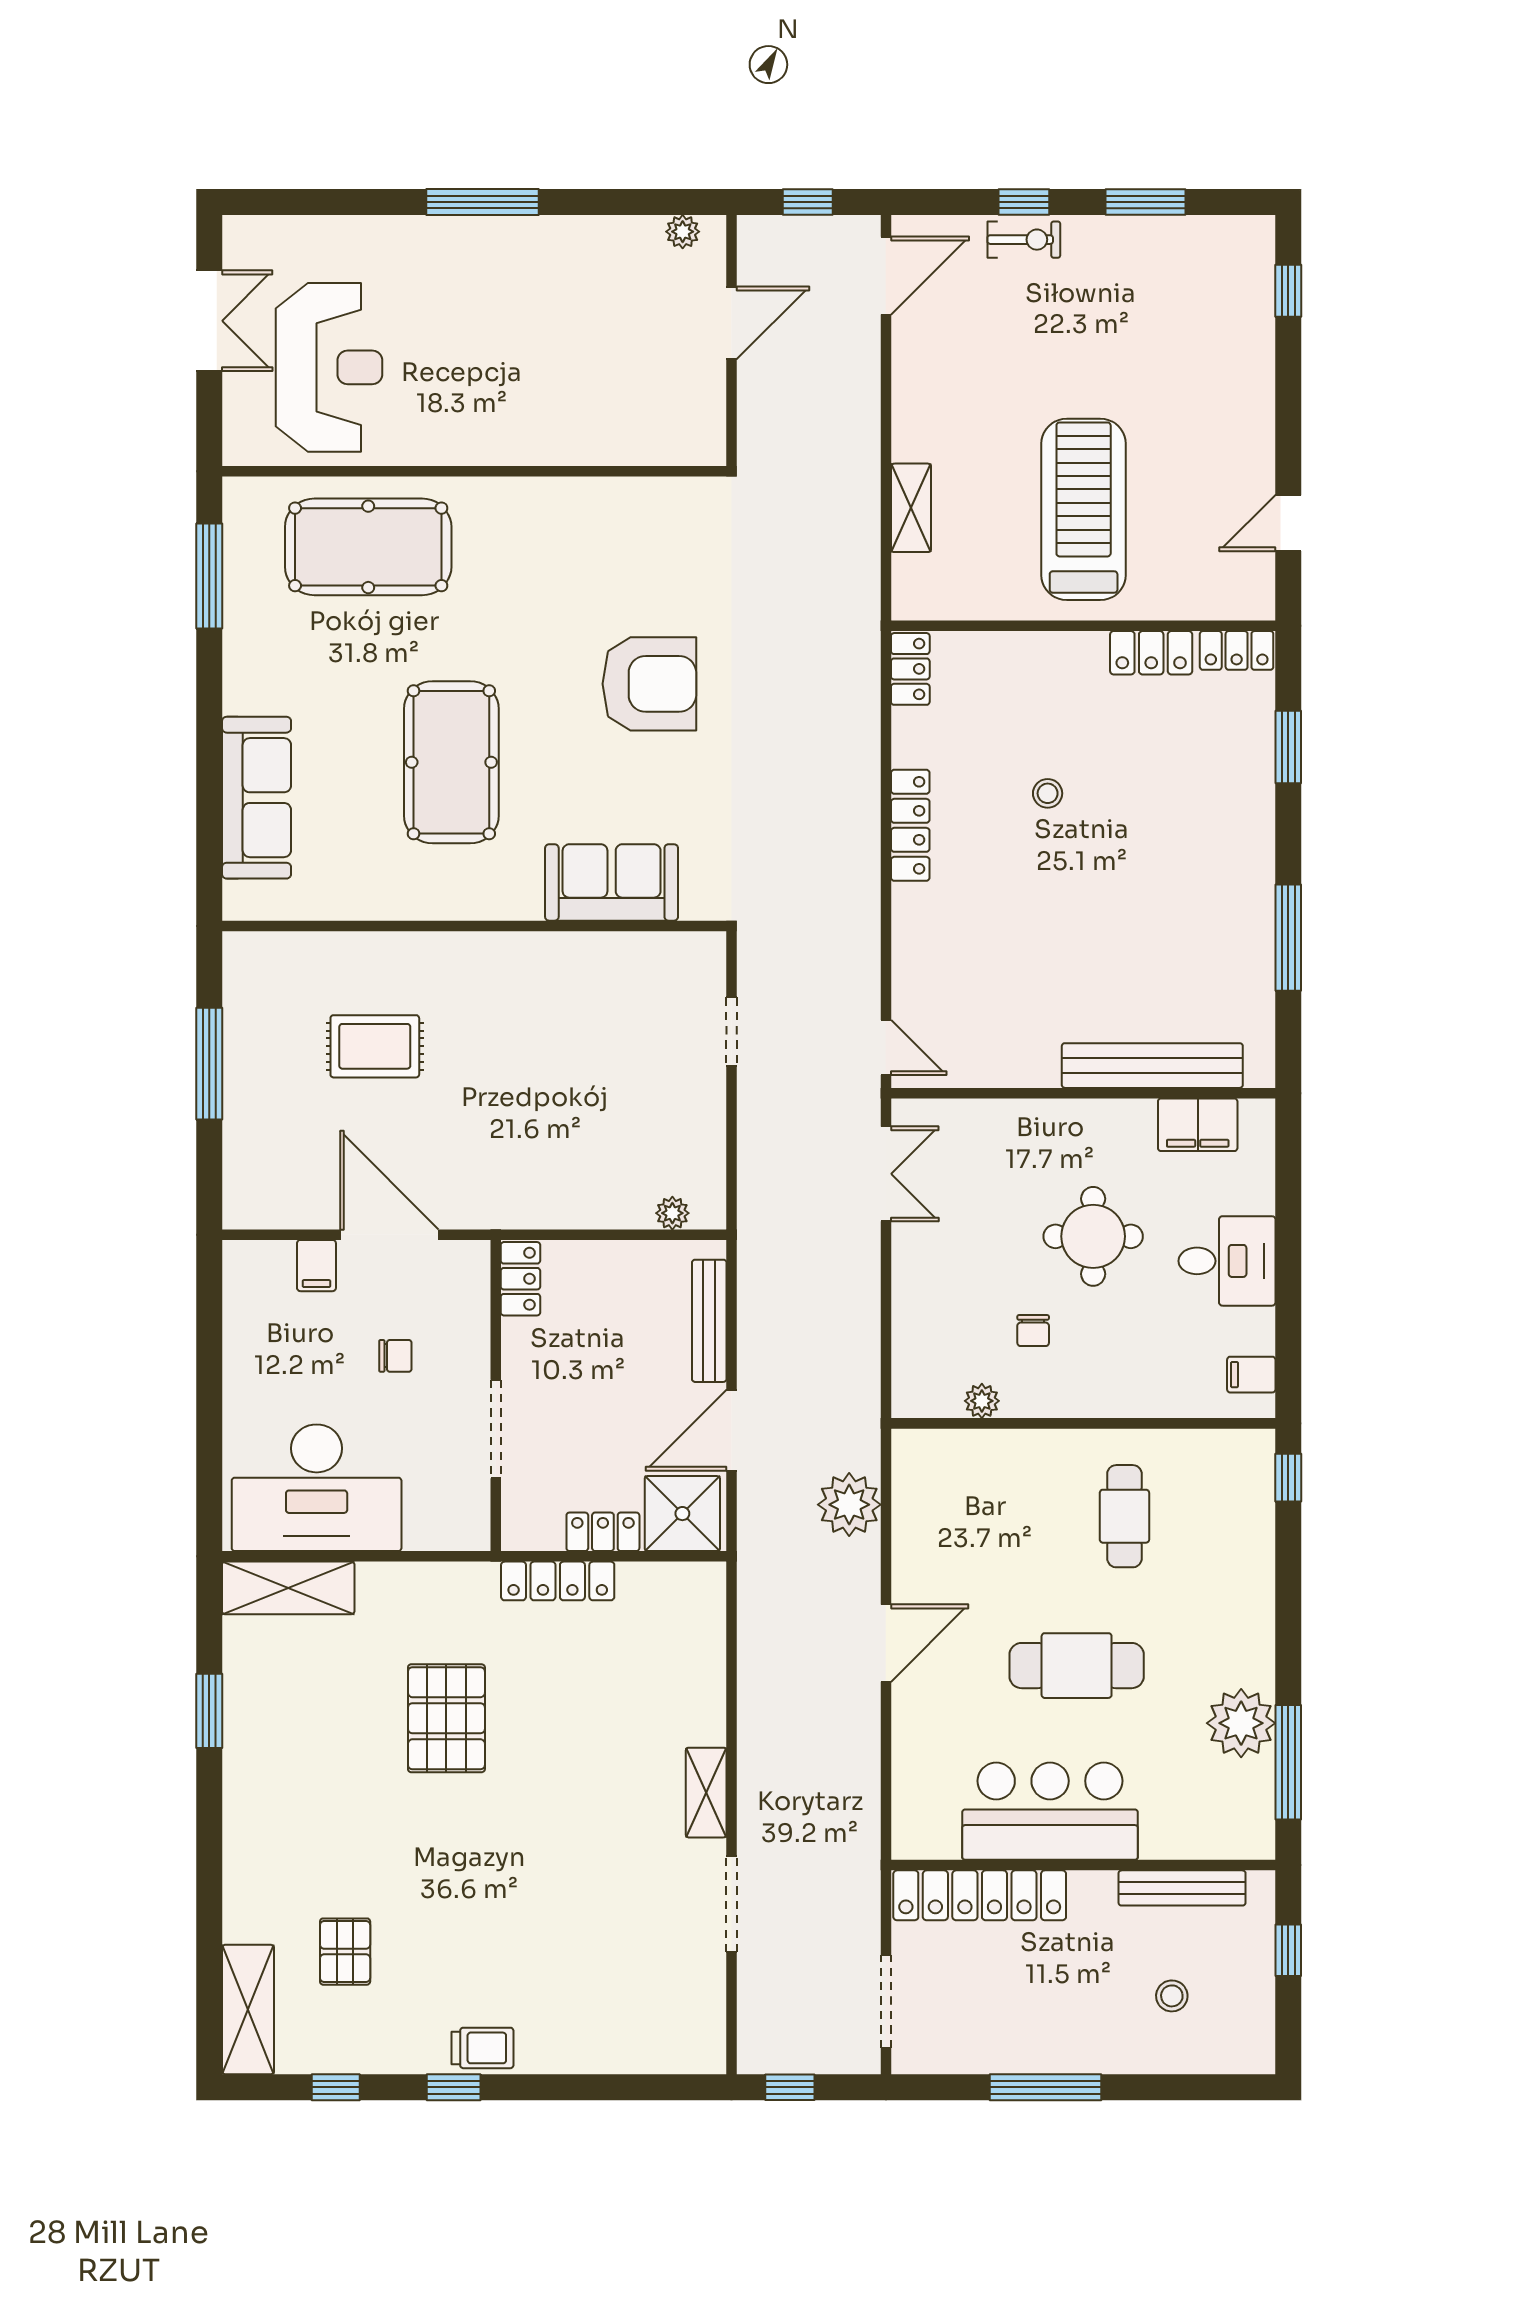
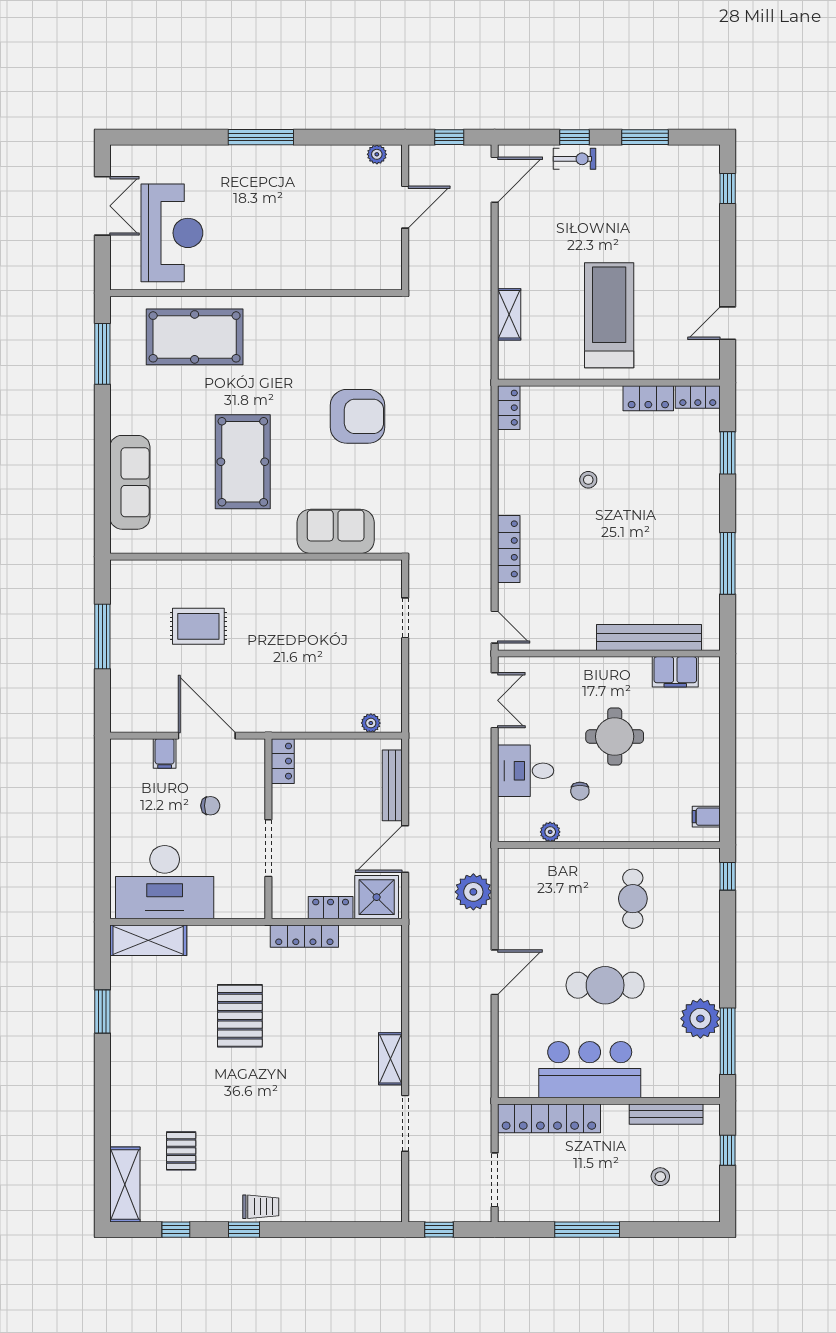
locker: (910, 825) -> (509, 549), moved
desk: (1227, 1261) -> (526, 771), moved, turned 180

